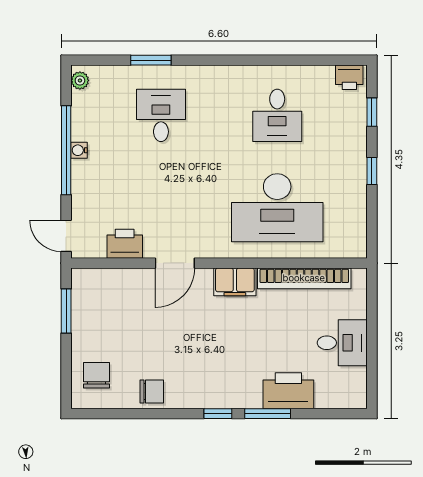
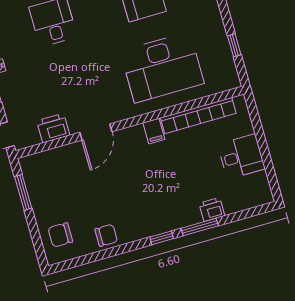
window: (372, 171) -> (234, 45), moved
filing cabinet: (235, 282) -> (154, 131), width x0.50
chair: (96, 375) -> (60, 235), turned -90
printer: (288, 391) -> (212, 209), width x0.53, depth x0.68

